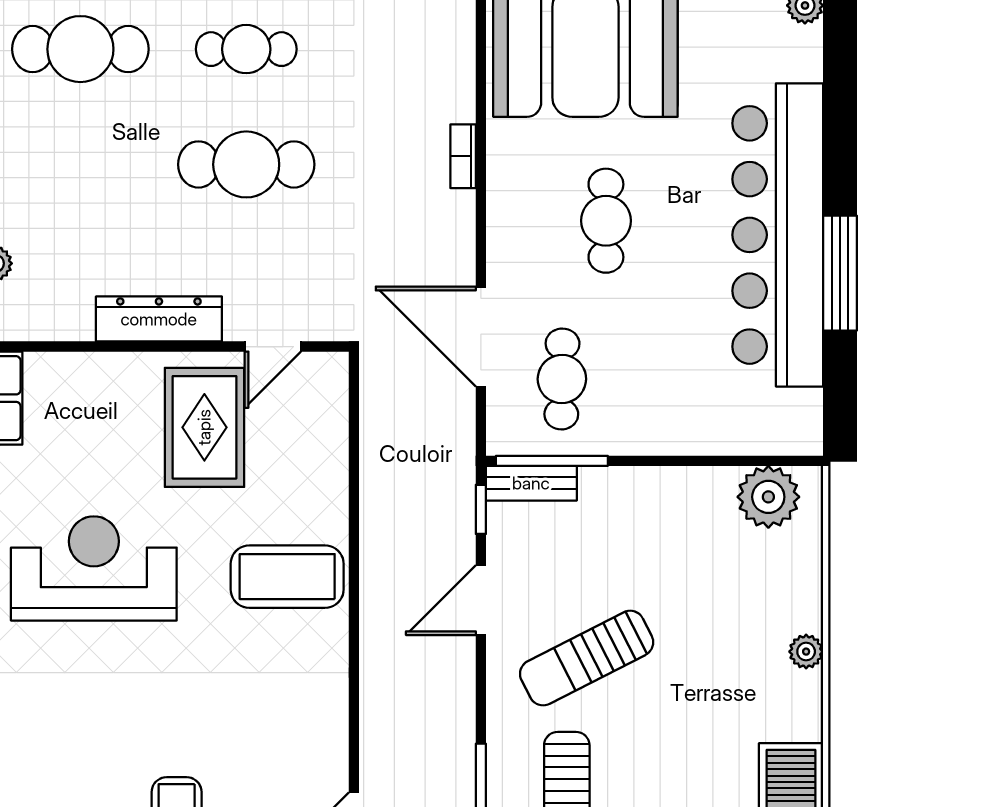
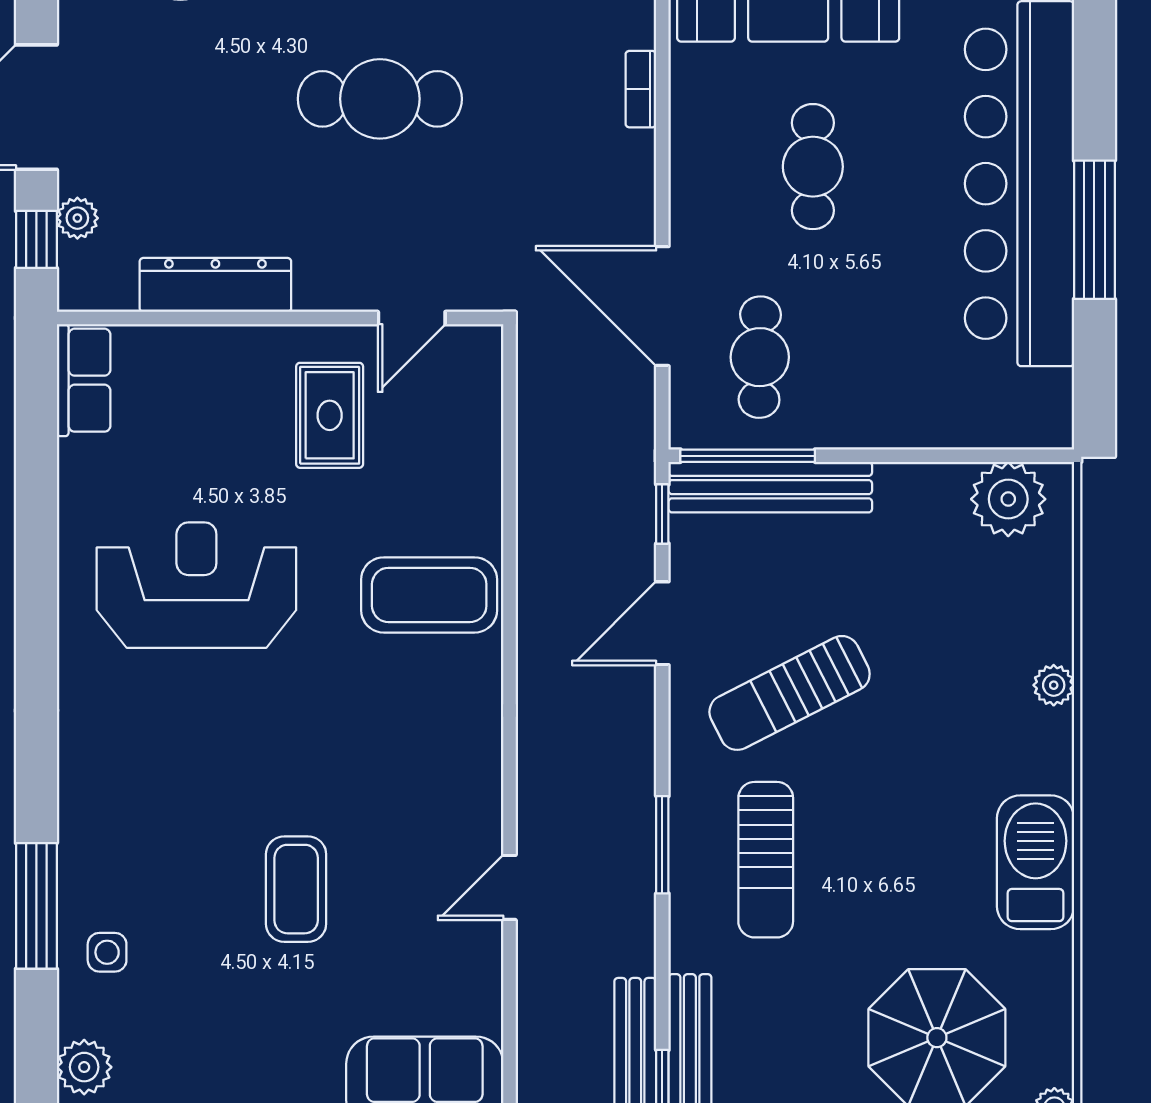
dresser: (159, 319) -> (215, 285), moved
rug: (204, 427) -> (330, 415), width x0.73, depth x0.70
bench: (531, 483) -> (770, 487), width x1.86, depth x1.21

